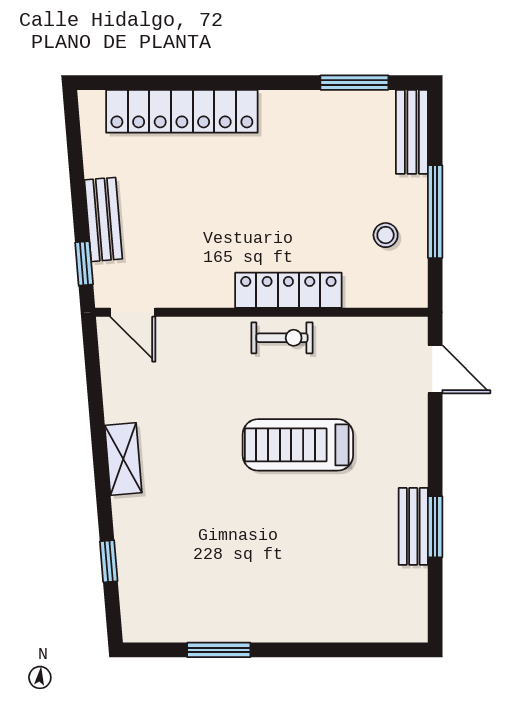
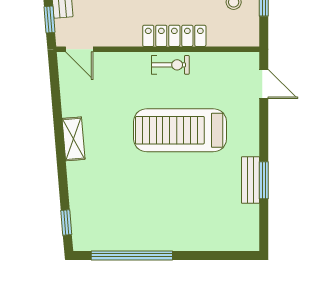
treadmill: (298, 445) -> (180, 130), width x1.37, depth x1.38
window: (109, 561) -> (66, 223), moved
window: (219, 650) -> (132, 255), width x2.11

